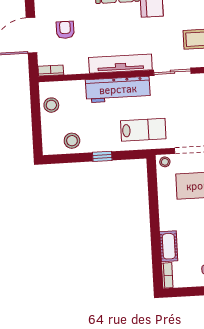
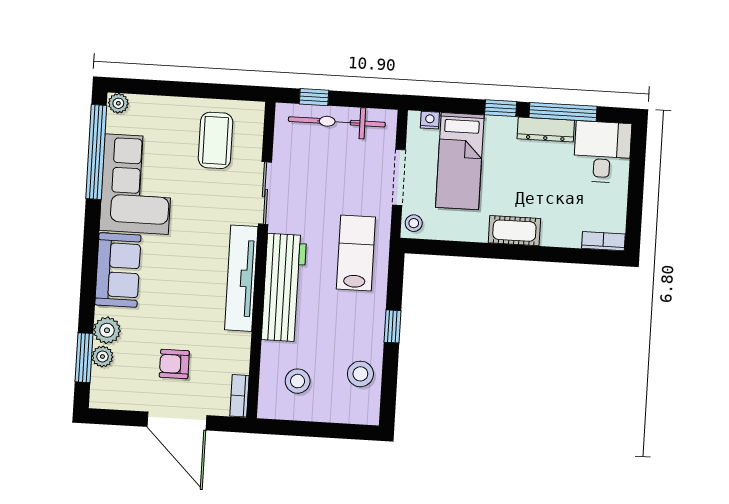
stool: (51, 105) -> (298, 381), moved
cot: (169, 246) -> (514, 231), moved

